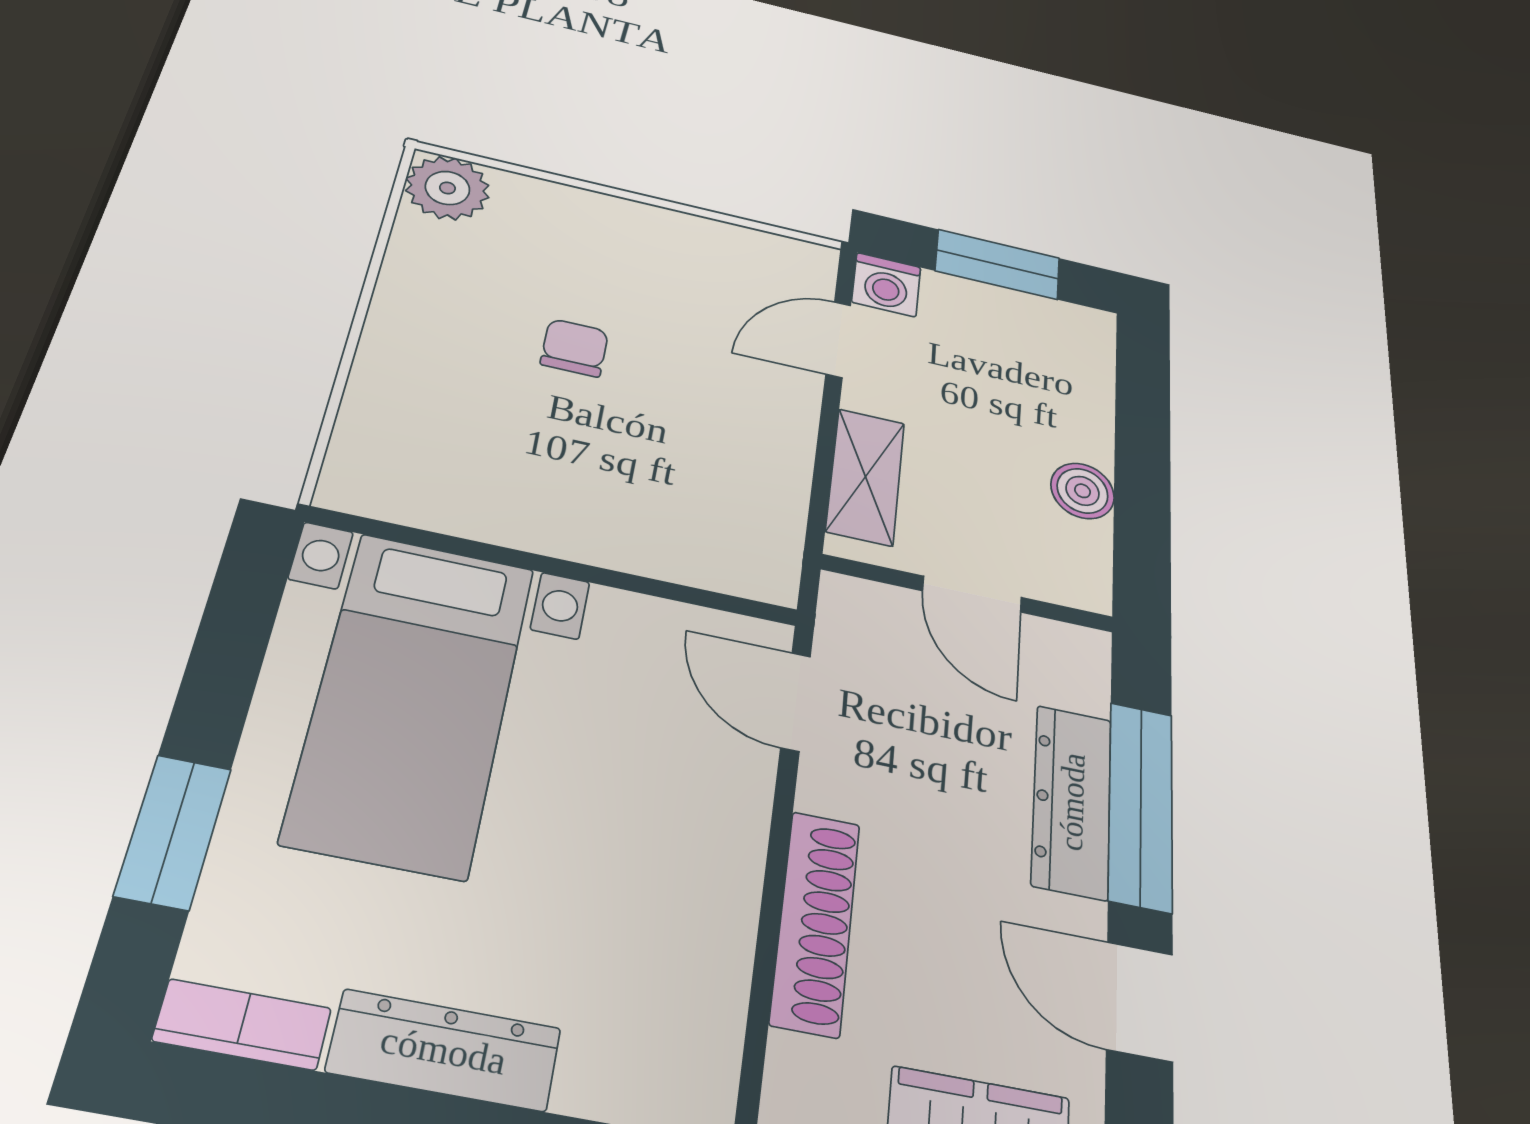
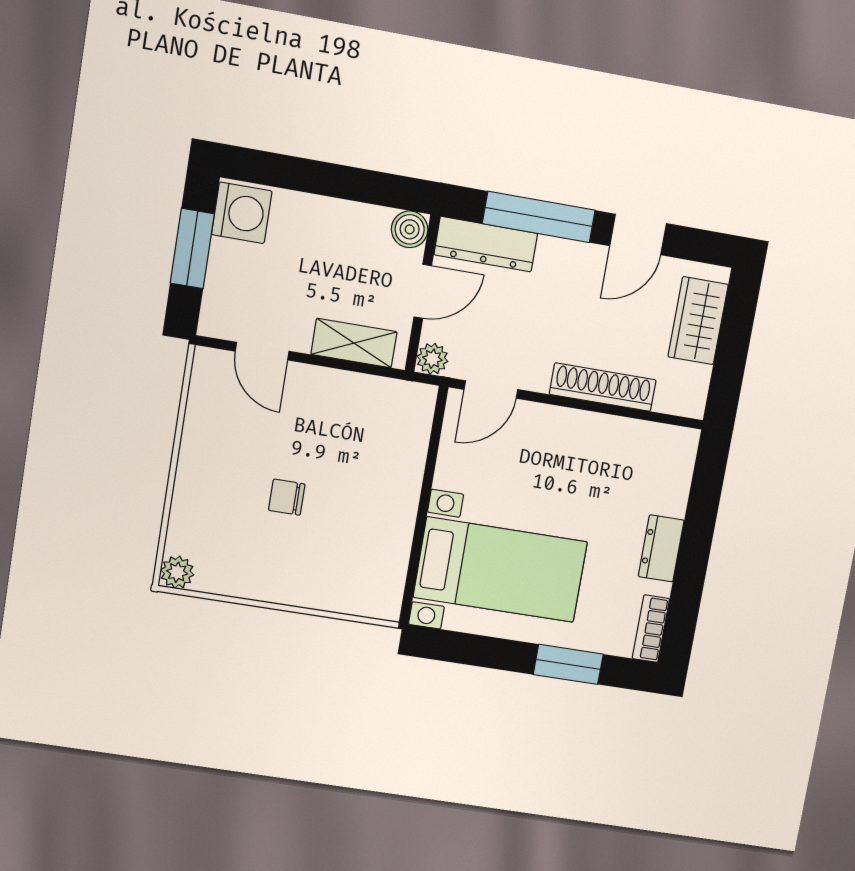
plant: (447, 188) -> (177, 572), width x0.73, depth x0.73
washing machine: (886, 285) -> (242, 213), moved, width x1.38, depth x1.38
boiler: (1083, 491) -> (410, 229), moved
plant: (848, 602) -> (432, 359), added
dresser: (1072, 801) -> (486, 244), moved
dresser: (444, 1050) -> (661, 548), width x0.70

